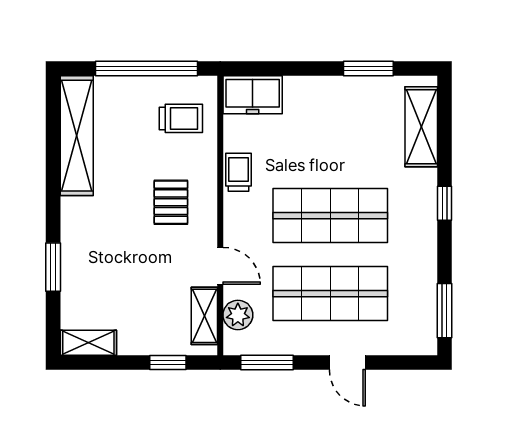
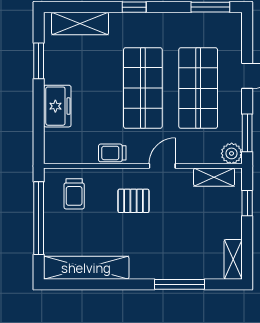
freezer: (253, 95) -> (57, 106), moved
trolley: (181, 118) -> (74, 194), turned 180
door: (220, 266) -> (162, 166), moved
window: (53, 267) -> (179, 284), width x1.44
plant: (238, 315) -> (232, 153), moved

